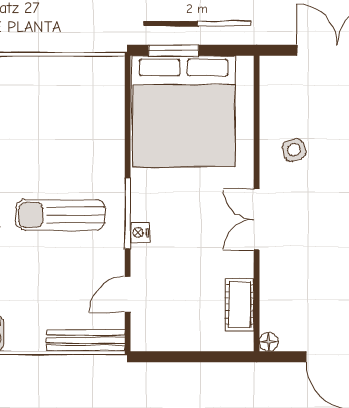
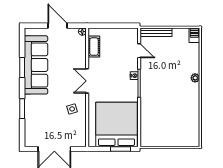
sun lounger: (60, 215) -> (166, 83), removed
double door: (257, 220) -> (87, 81), swing flipped
door: (128, 294) -> (139, 51), hinge flipped

